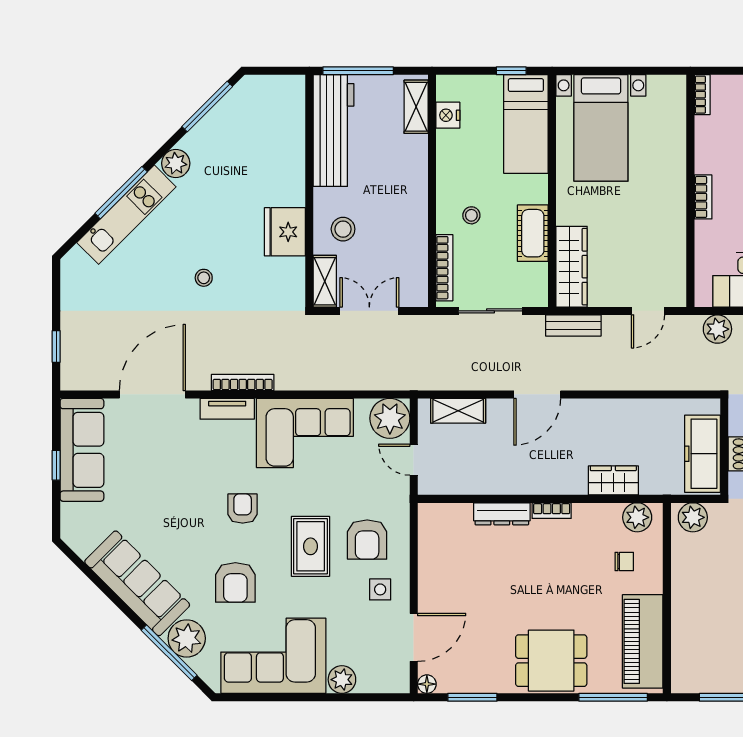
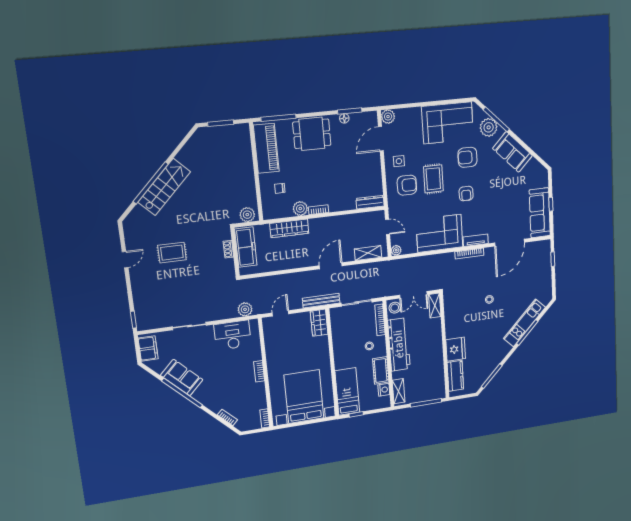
kitchen counter: (289, 121) -> (455, 376), added
bed with nightstands: (601, 128) -> (304, 397), width x1.36
workbench: (334, 131) -> (399, 344), moved, turned 180
plant: (176, 163) -> (504, 349), removed
stool: (343, 229) -> (395, 308), moved
fridge: (285, 232) -> (456, 349), moved
cot: (533, 233) -> (381, 370), moved
wardrobe: (572, 267) -> (319, 323), width x0.67
bench: (573, 325) -> (321, 301), width x1.36
plant: (390, 418) -> (396, 250), width x0.53, depth x0.53
wardrobe: (613, 480) -> (289, 228), width x1.50
dresser: (502, 514) -> (370, 202), moved
plant: (637, 517) -> (300, 209), moved
armchair: (367, 540) -> (407, 185), turned 90
armchair: (235, 582) -> (467, 157), turned -90
sofa: (137, 583) -> (512, 152), width x0.73
plant: (342, 680) -> (388, 117), moved
floor lamp: (427, 684) -> (344, 118), moved

